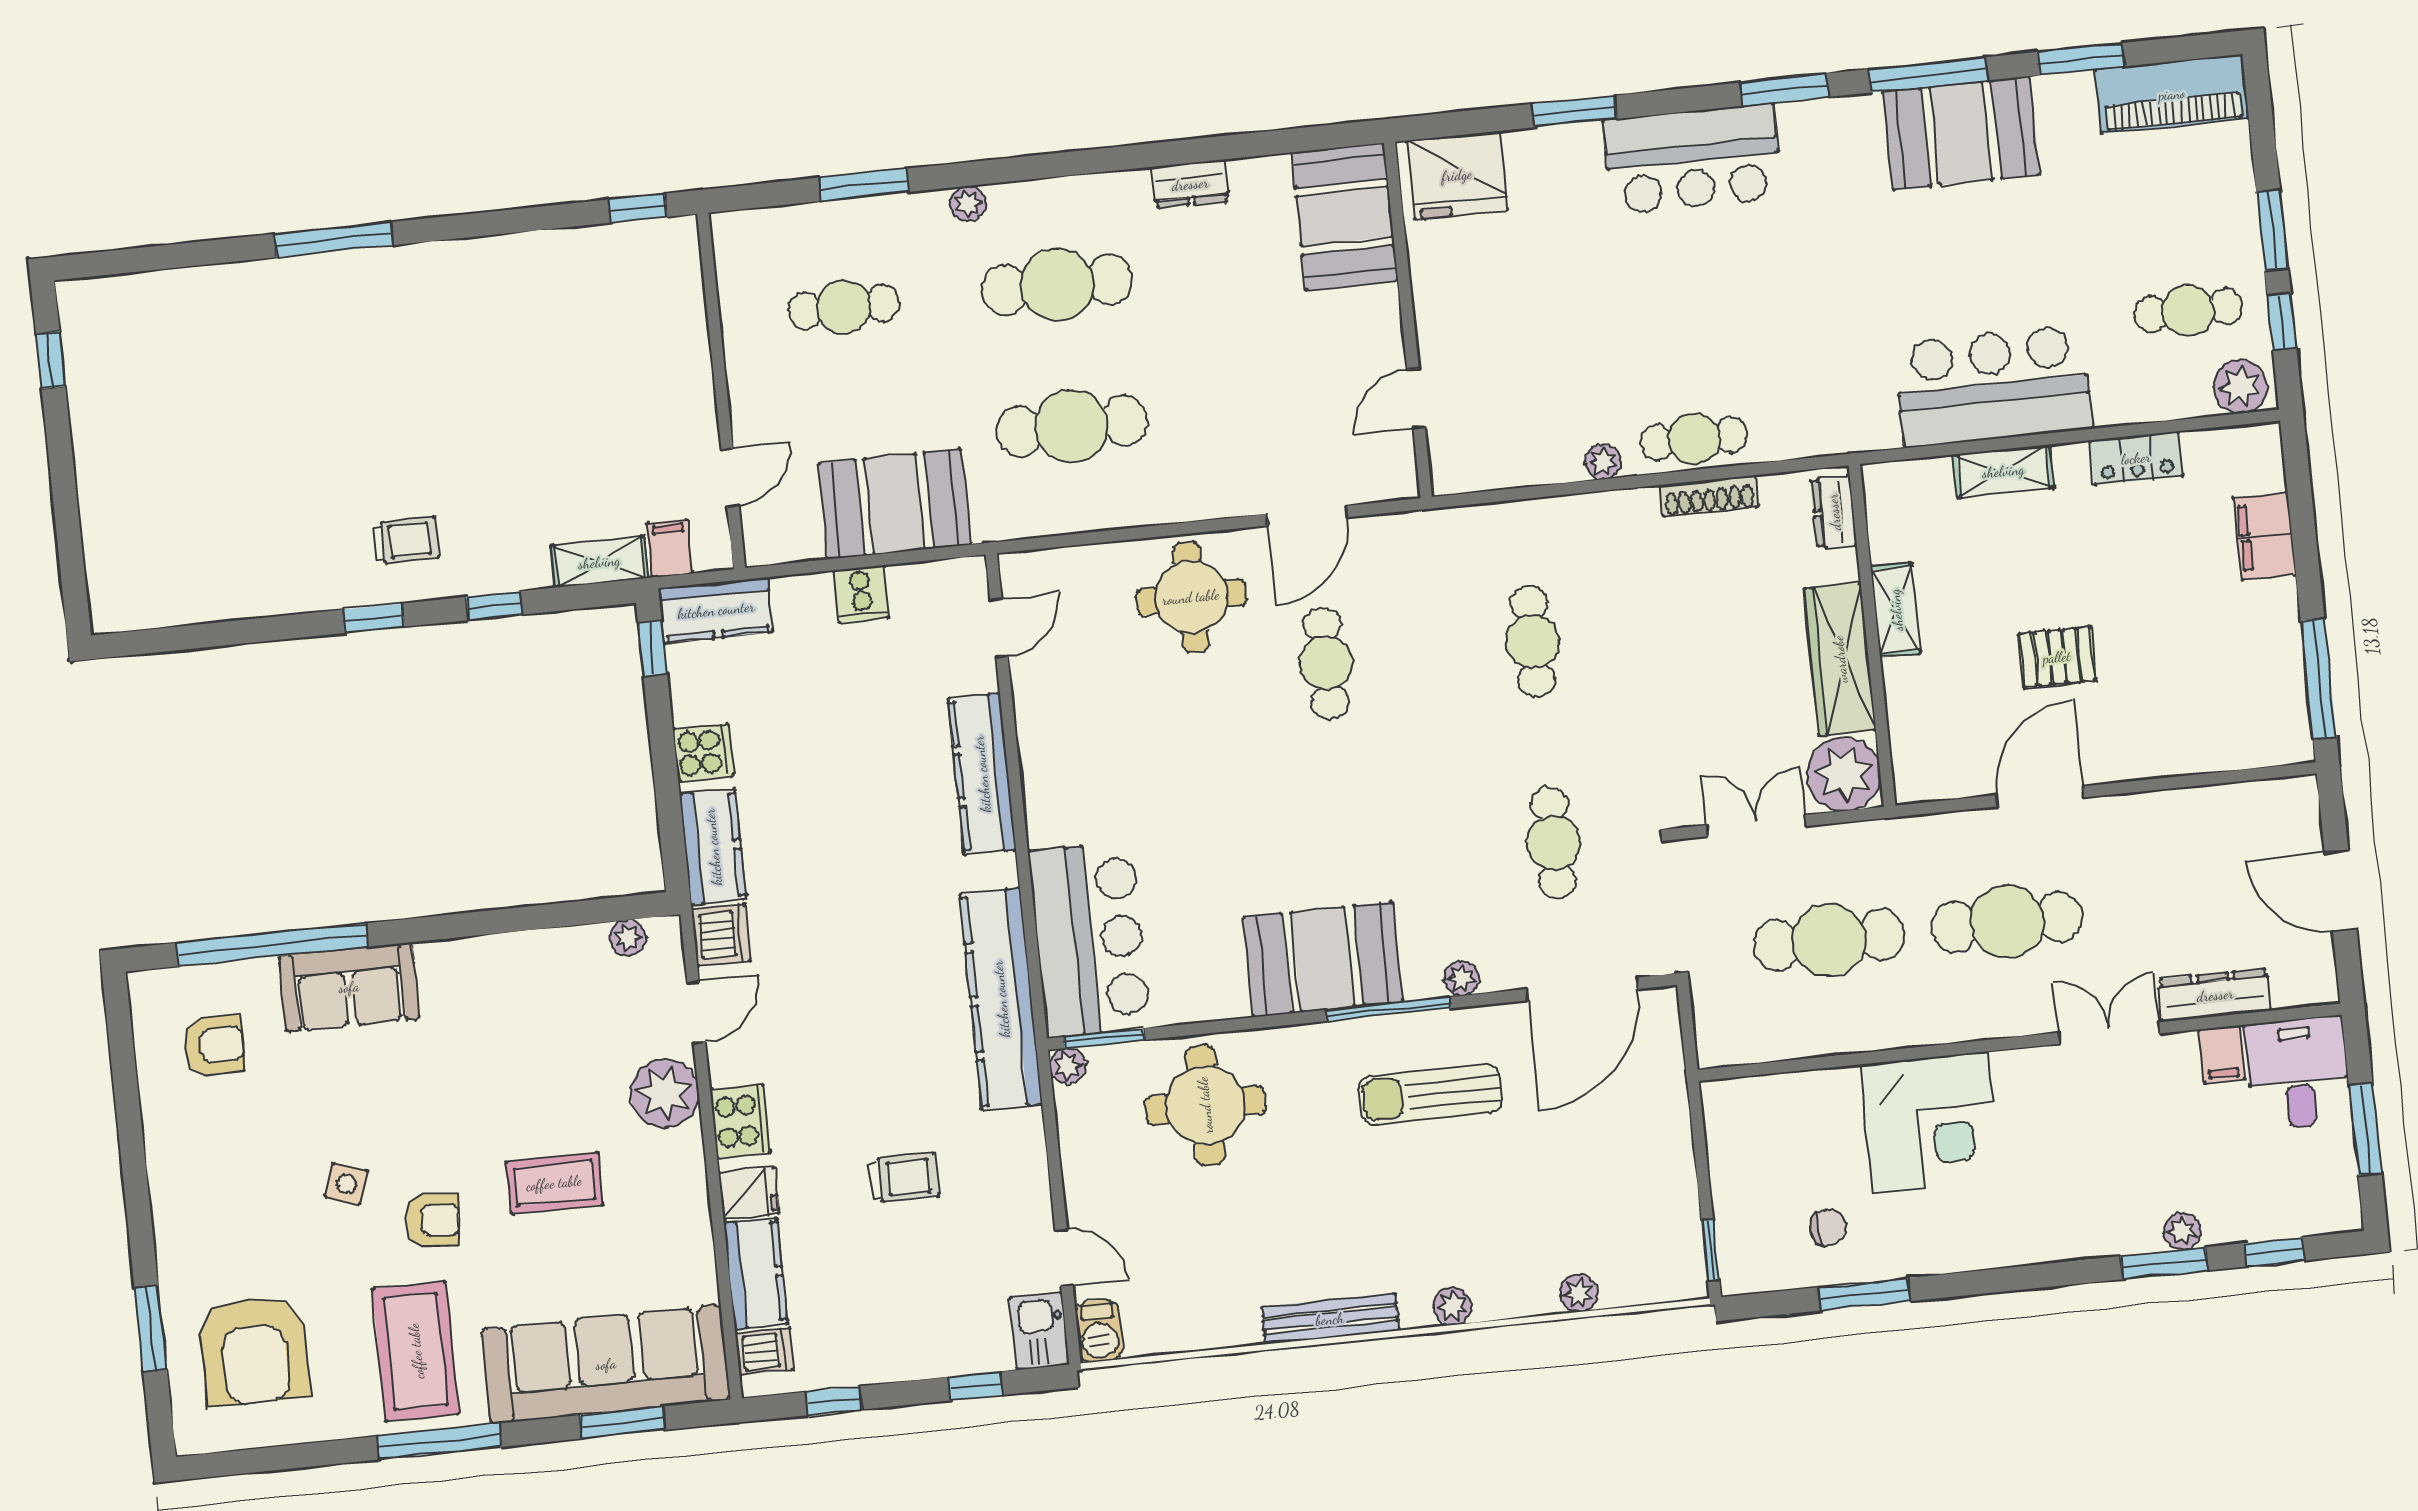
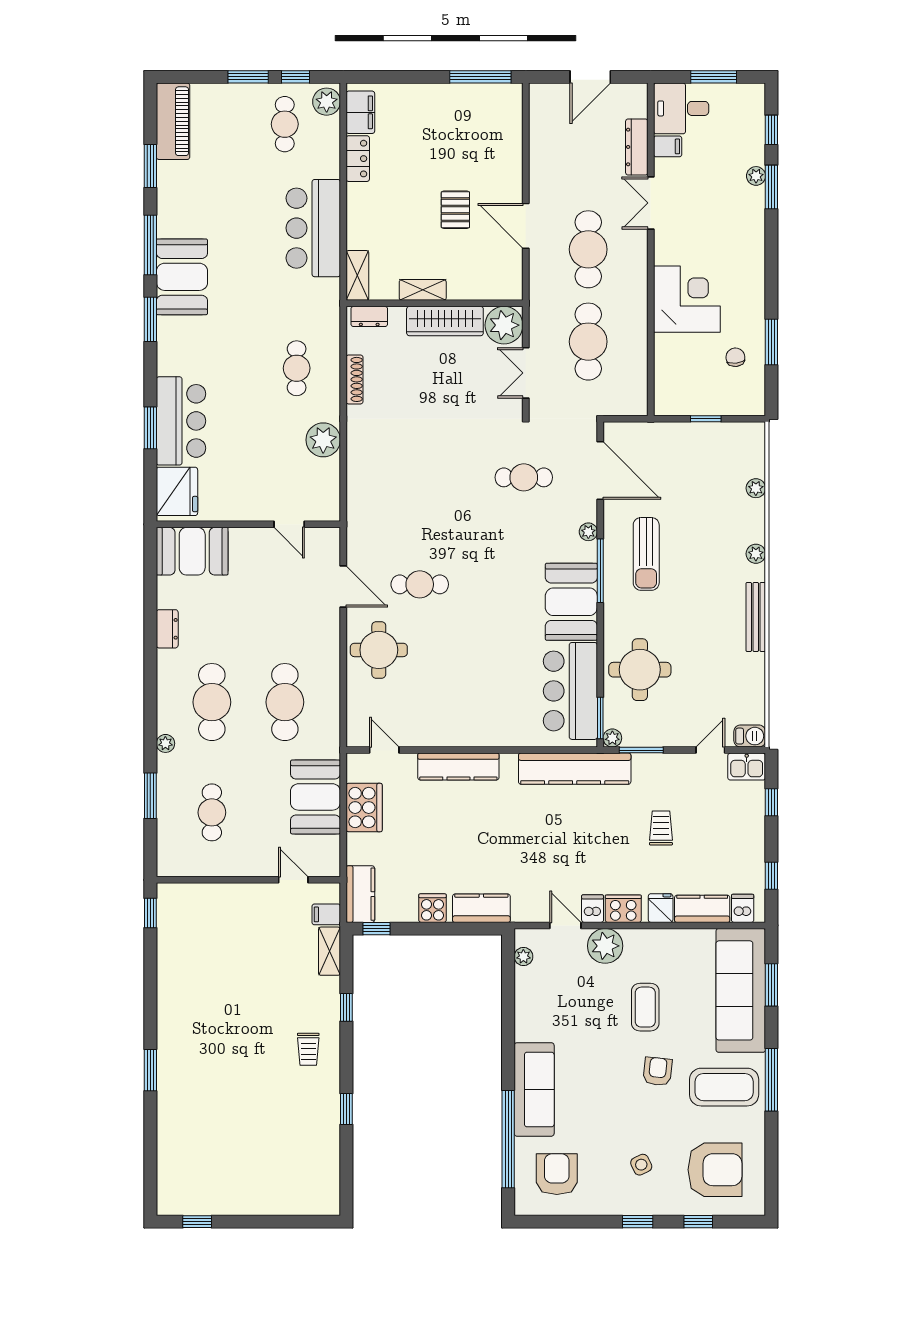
booth: (1961, 133) -> (182, 277), moved
bar counter: (1693, 159) -> (181, 421), moved
window: (334, 240) -> (150, 1070), width x0.69
cafe table: (1694, 439) -> (297, 368), moved
plant: (1603, 462) -> (323, 440), width x1.87, depth x1.87
shelving: (2003, 471) -> (357, 275), moved
filing cabinet: (2264, 536) -> (360, 112), moved, turned -90
trolley: (406, 540) -> (308, 1049), turned 180
cooker: (861, 594) -> (364, 808), width x1.87, depth x1.31
window: (374, 618) -> (346, 1109), moved
cafe table: (1533, 642) -> (420, 477), removed
dishwasher: (721, 935) -> (593, 909), moved, width x0.73
bar counter: (1089, 939) -> (570, 691), moved, turned -90
sofa: (349, 987) -> (534, 1089), width x1.36
armchair: (214, 1045) -> (557, 1174), width x1.38, depth x1.38
window: (1050, 1124) -> (641, 750), added
side table: (346, 1184) -> (641, 1165), moved, turned 45
window: (139, 1211) -> (638, 1222), added
window: (1710, 1250) -> (706, 419), moved
window: (151, 1328) -> (698, 1222), width x0.67

